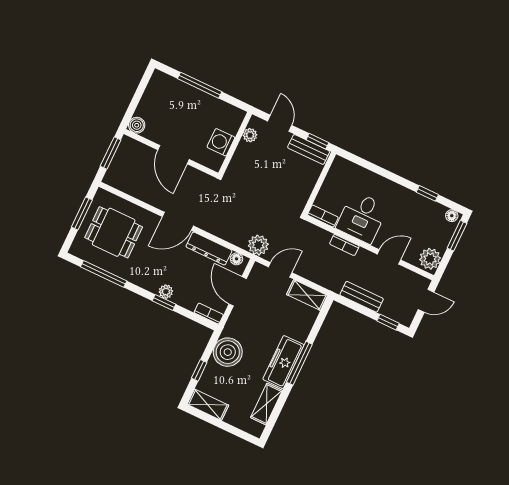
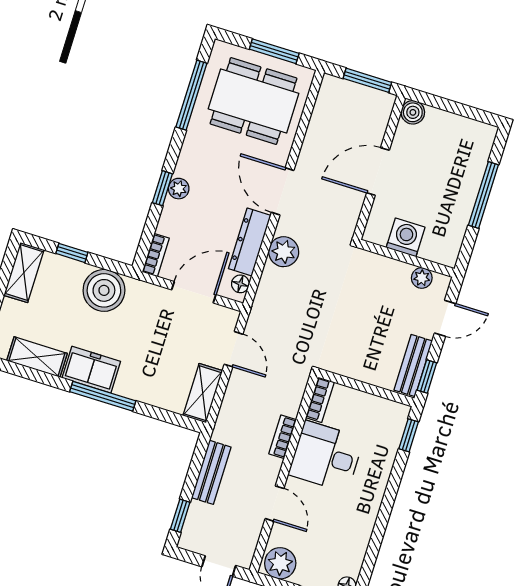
window: (427, 193) -> (409, 435), moved
dining table: (114, 232) -> (254, 101), width x1.38
plant: (258, 245) -> (284, 252), moved
freezer: (283, 362) -> (91, 370), width x0.71

